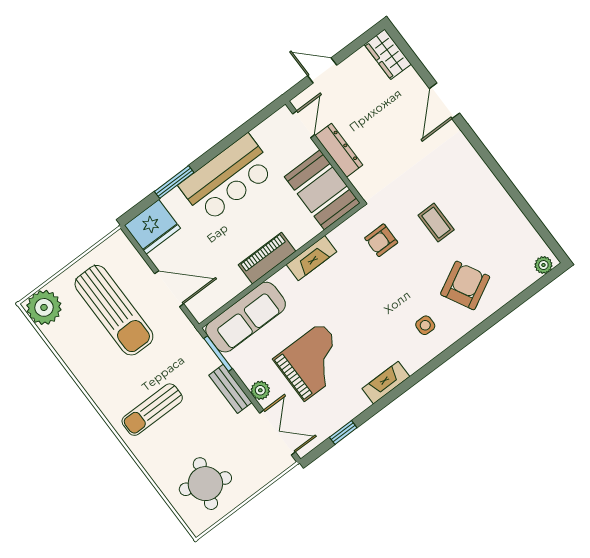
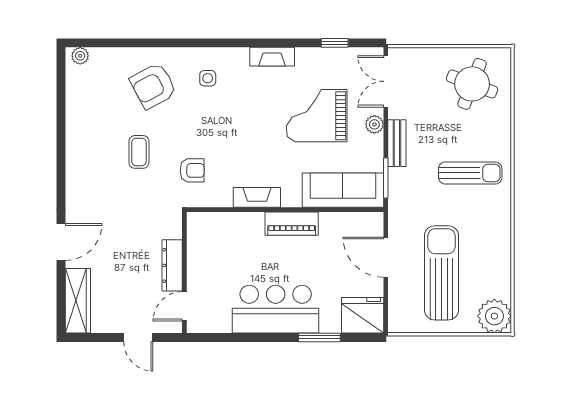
wardrobe: (388, 54) -> (78, 301), width x1.50
booth: (322, 190) -> (208, 244), removed

